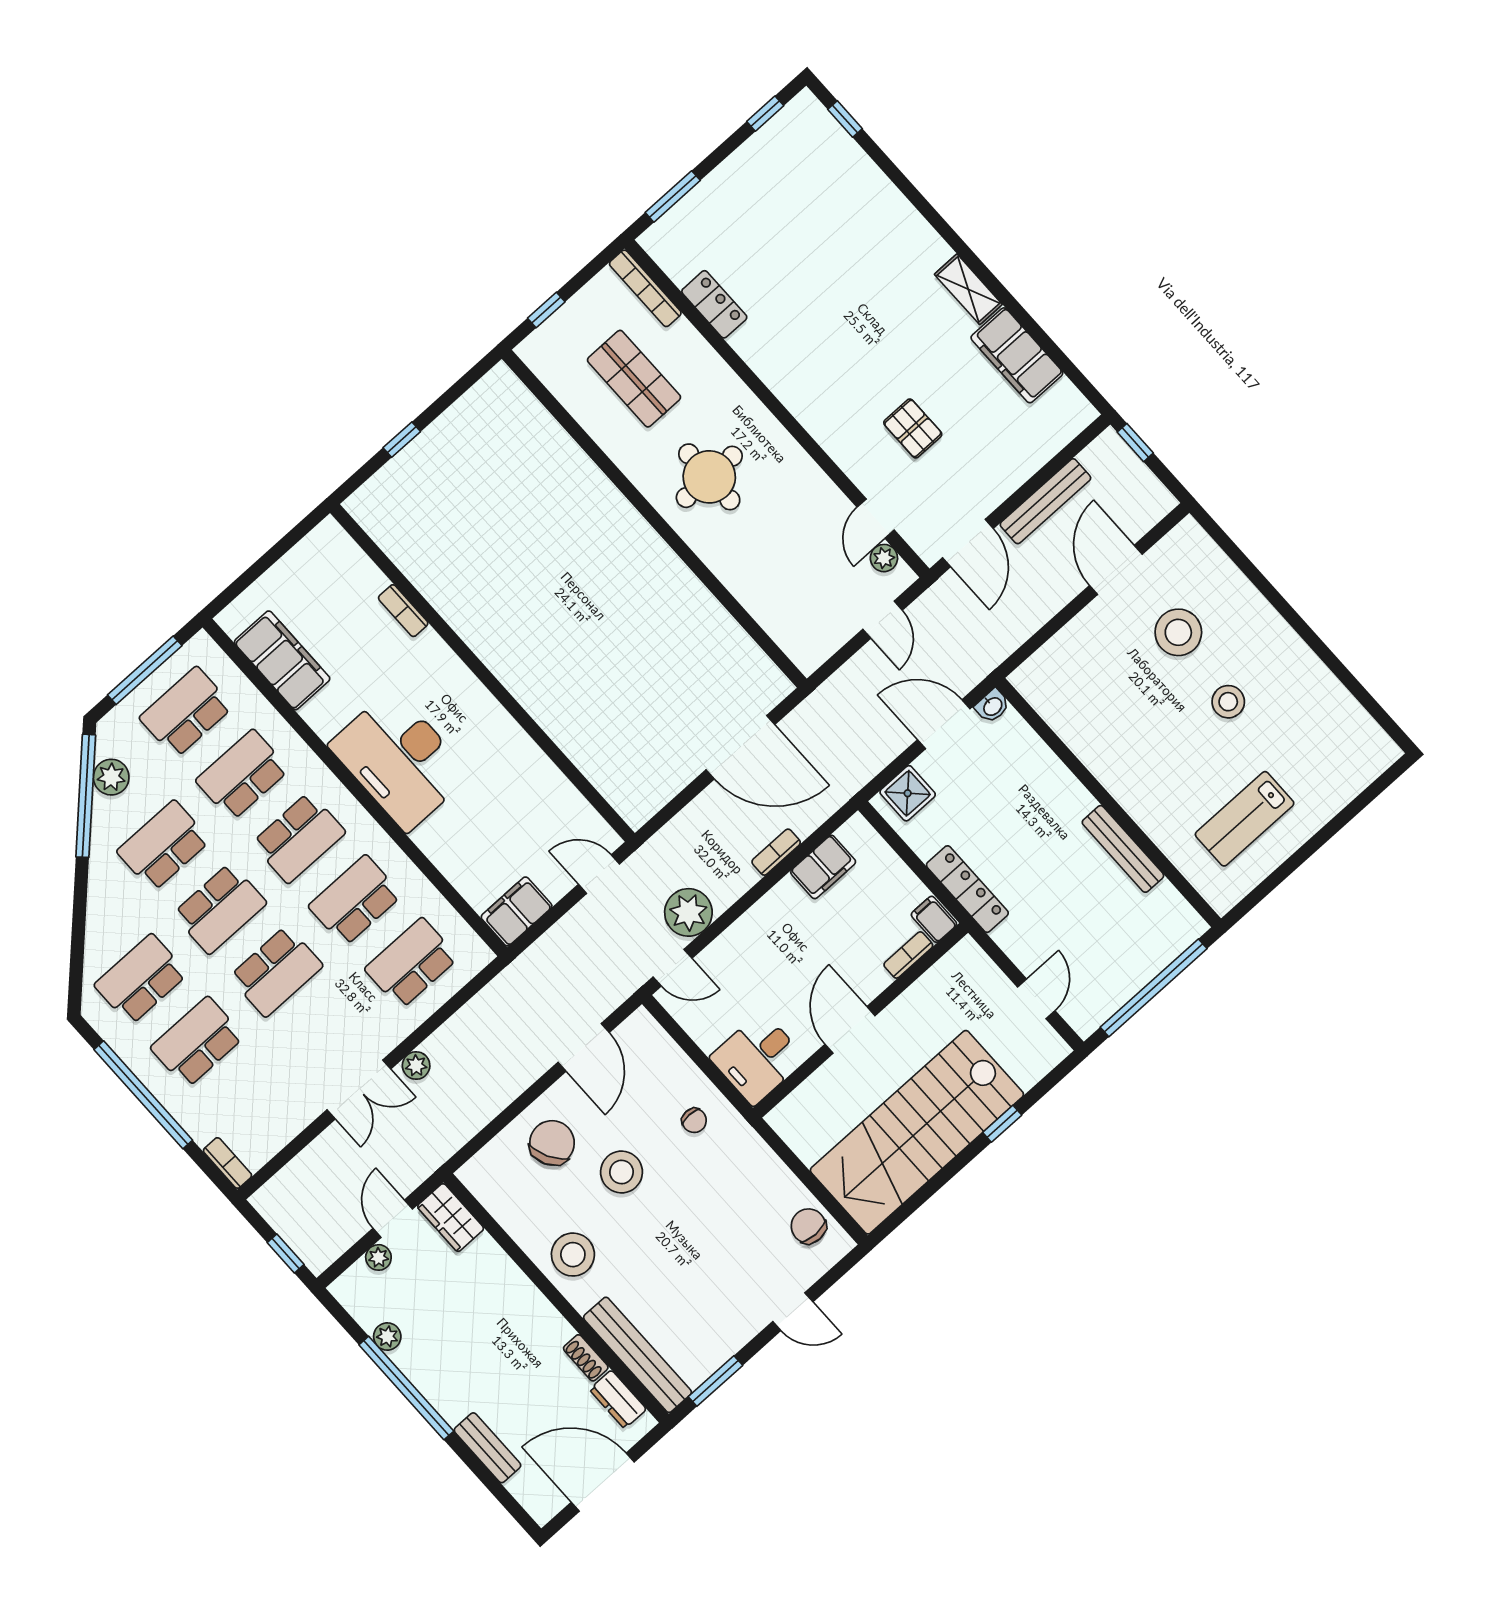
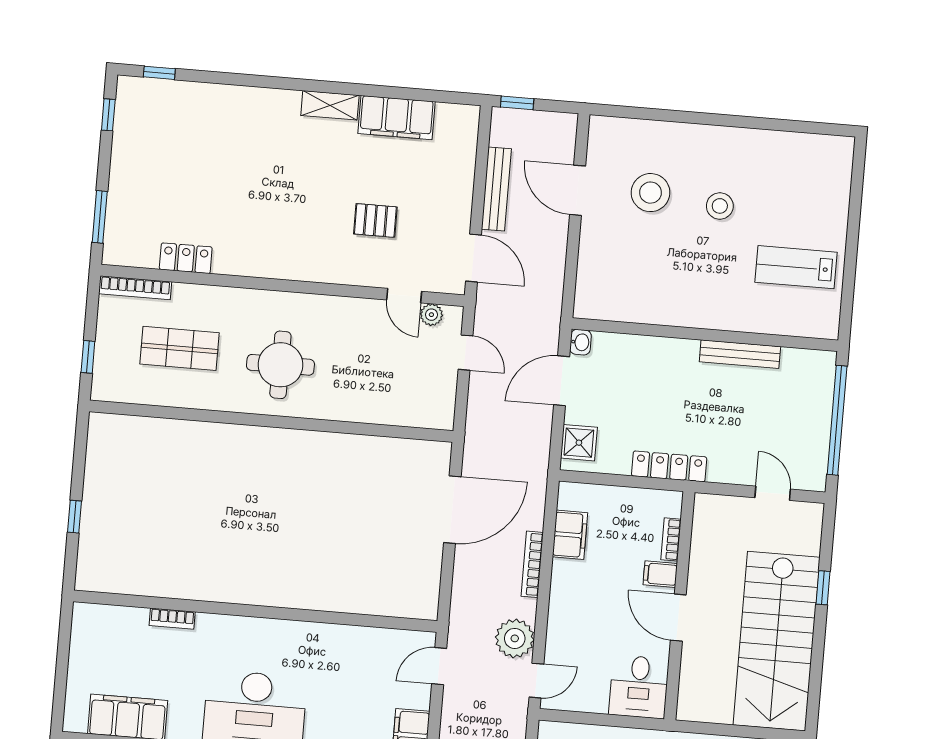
lab bench: (1245, 819) -> (796, 267), turned 90
bookcase: (776, 852) -> (532, 564), width x1.56
filing cabinet: (934, 919) -> (660, 574), moved

